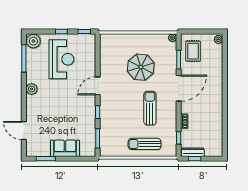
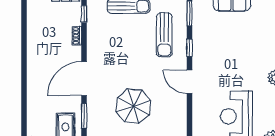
door: (98, 86) -> (189, 82), swing flipped
sun lounger: (150, 108) -> (164, 35), moved

